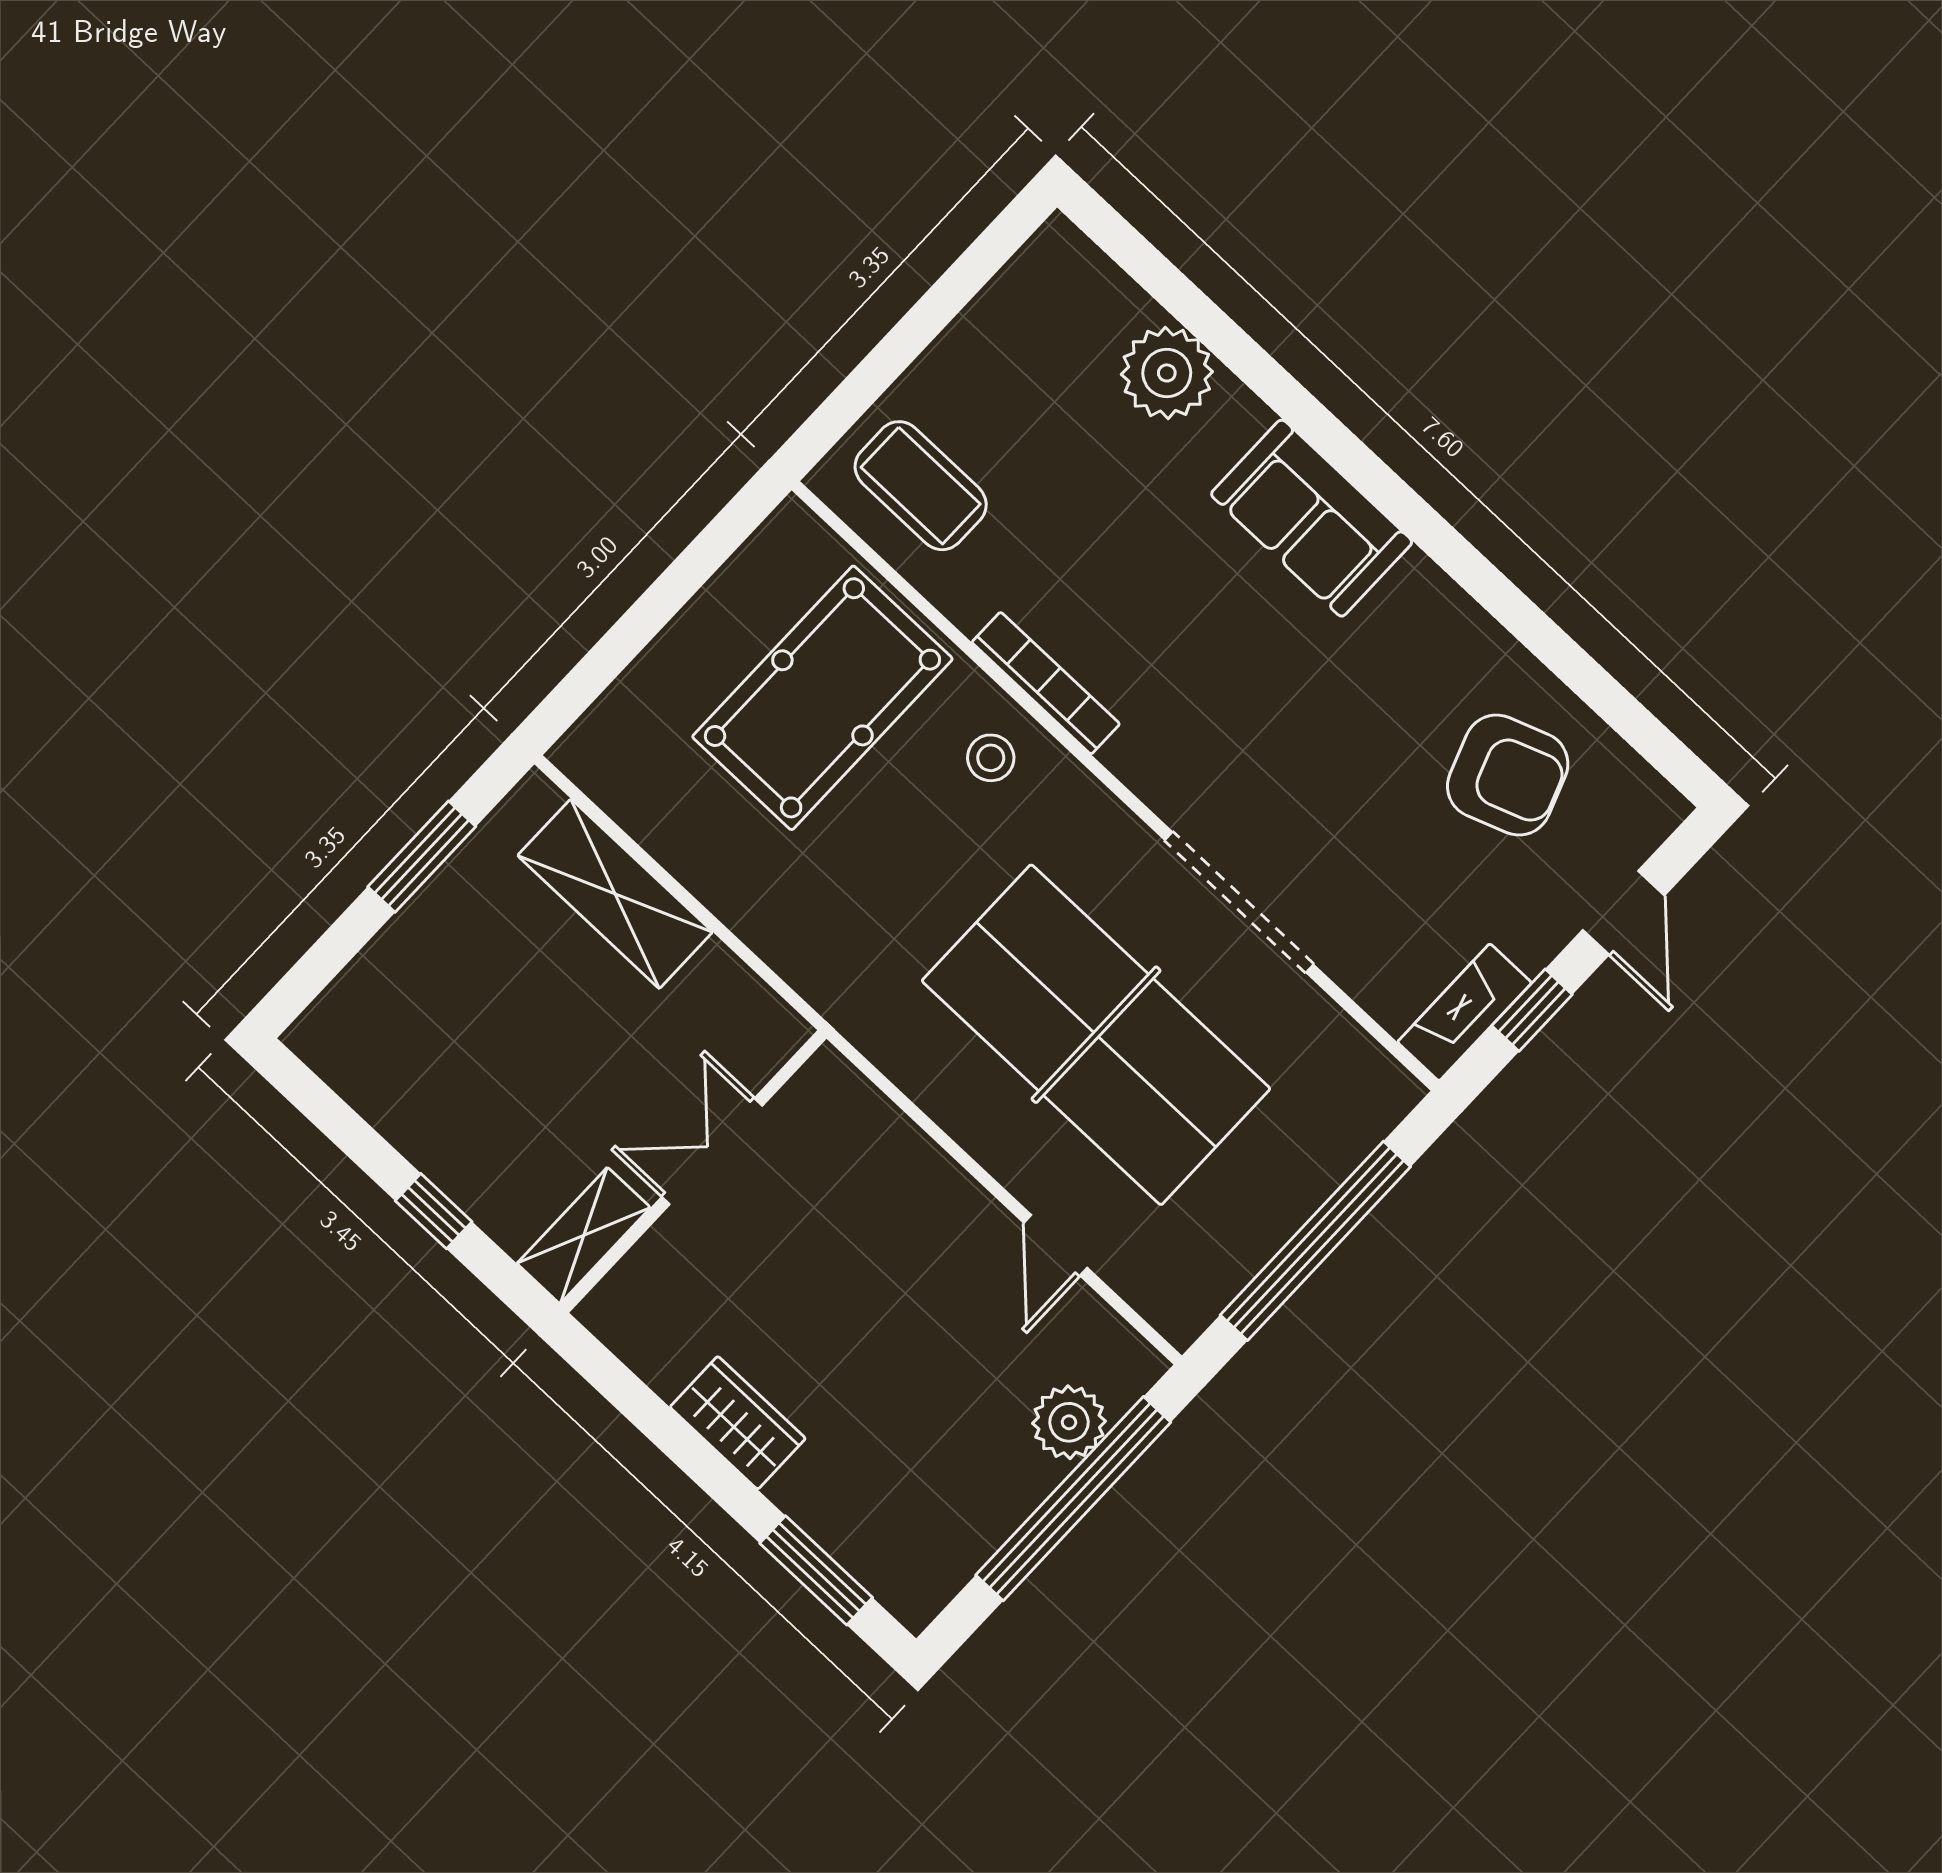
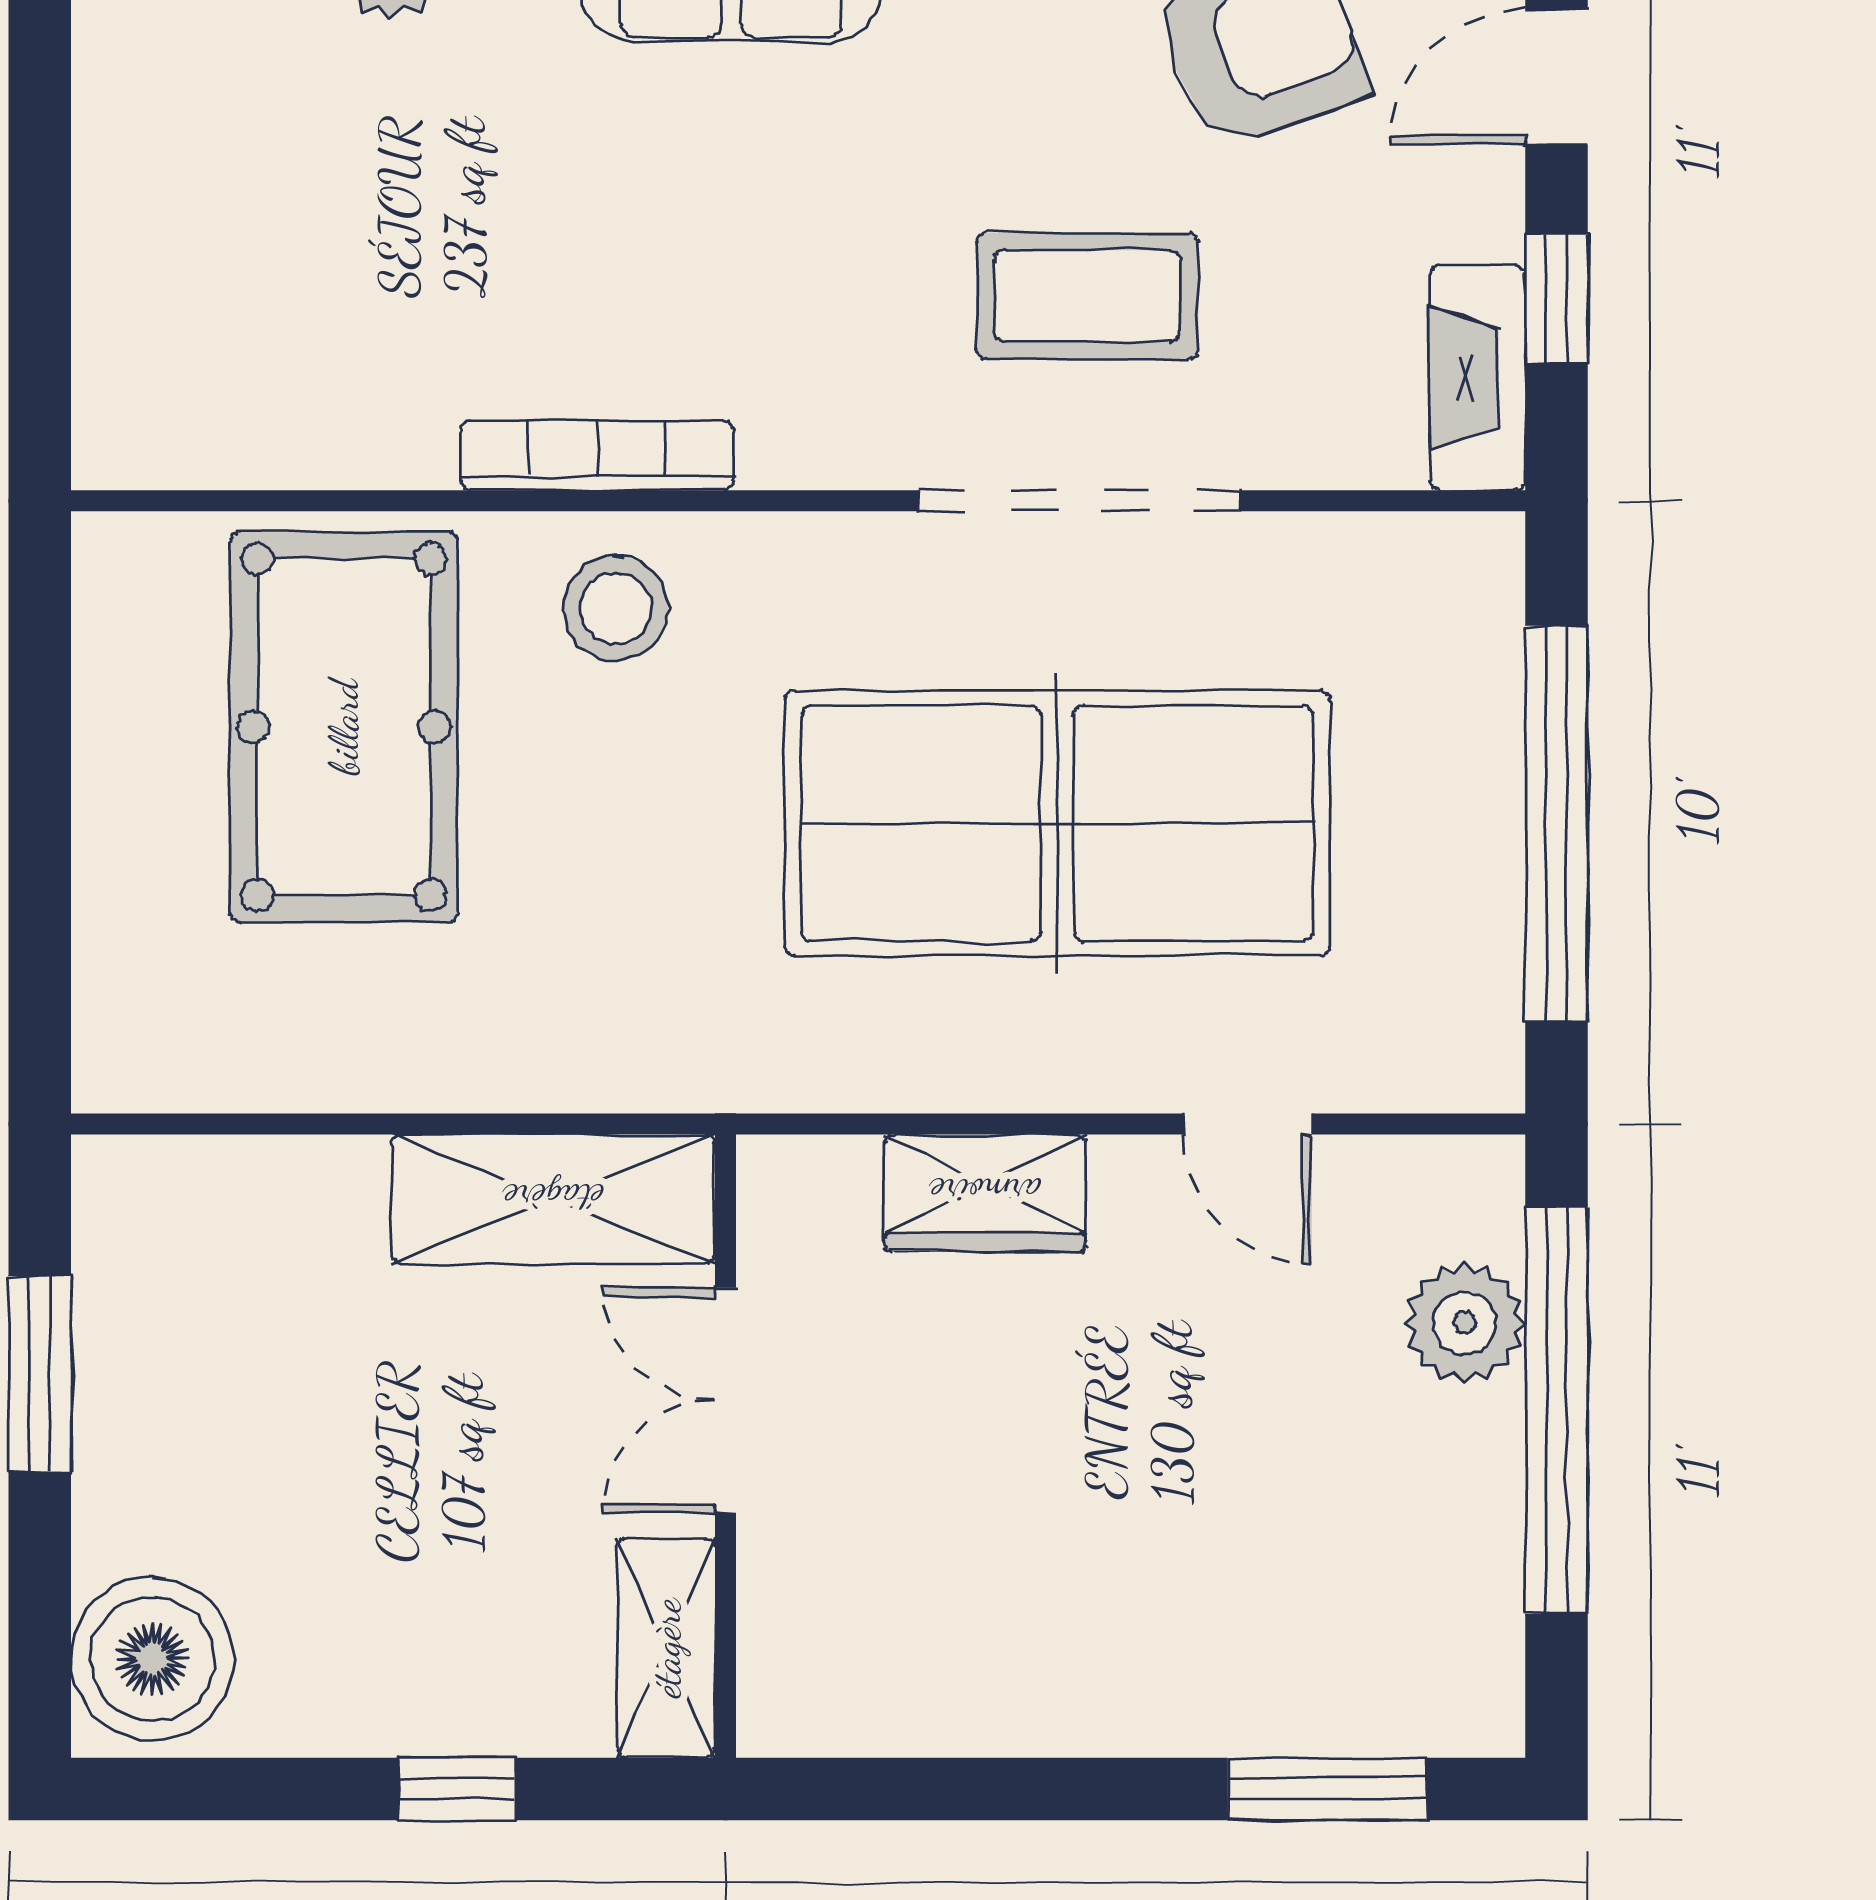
coffee table: (921, 486) -> (1087, 296), moved
stool: (991, 758) -> (616, 608), width x1.37, depth x1.37
shelving: (615, 894) -> (553, 1199), moved
door: (1624, 913) -> (1557, 77), swing flipped
boiler: (354, 1028) -> (152, 1659), added
wardrobe: (738, 1423) -> (985, 1193), moved, turned 180

